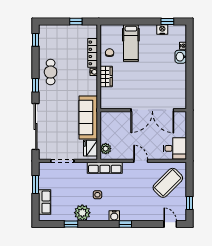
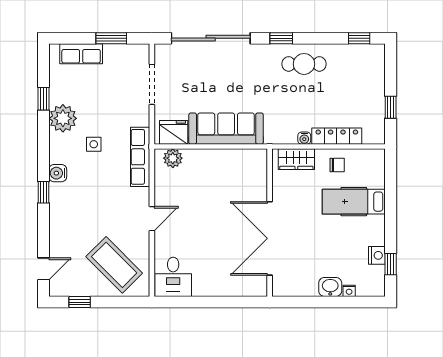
wall: (143, 110) -> (270, 223), moved
double door: (152, 110) -> (270, 238), moved

